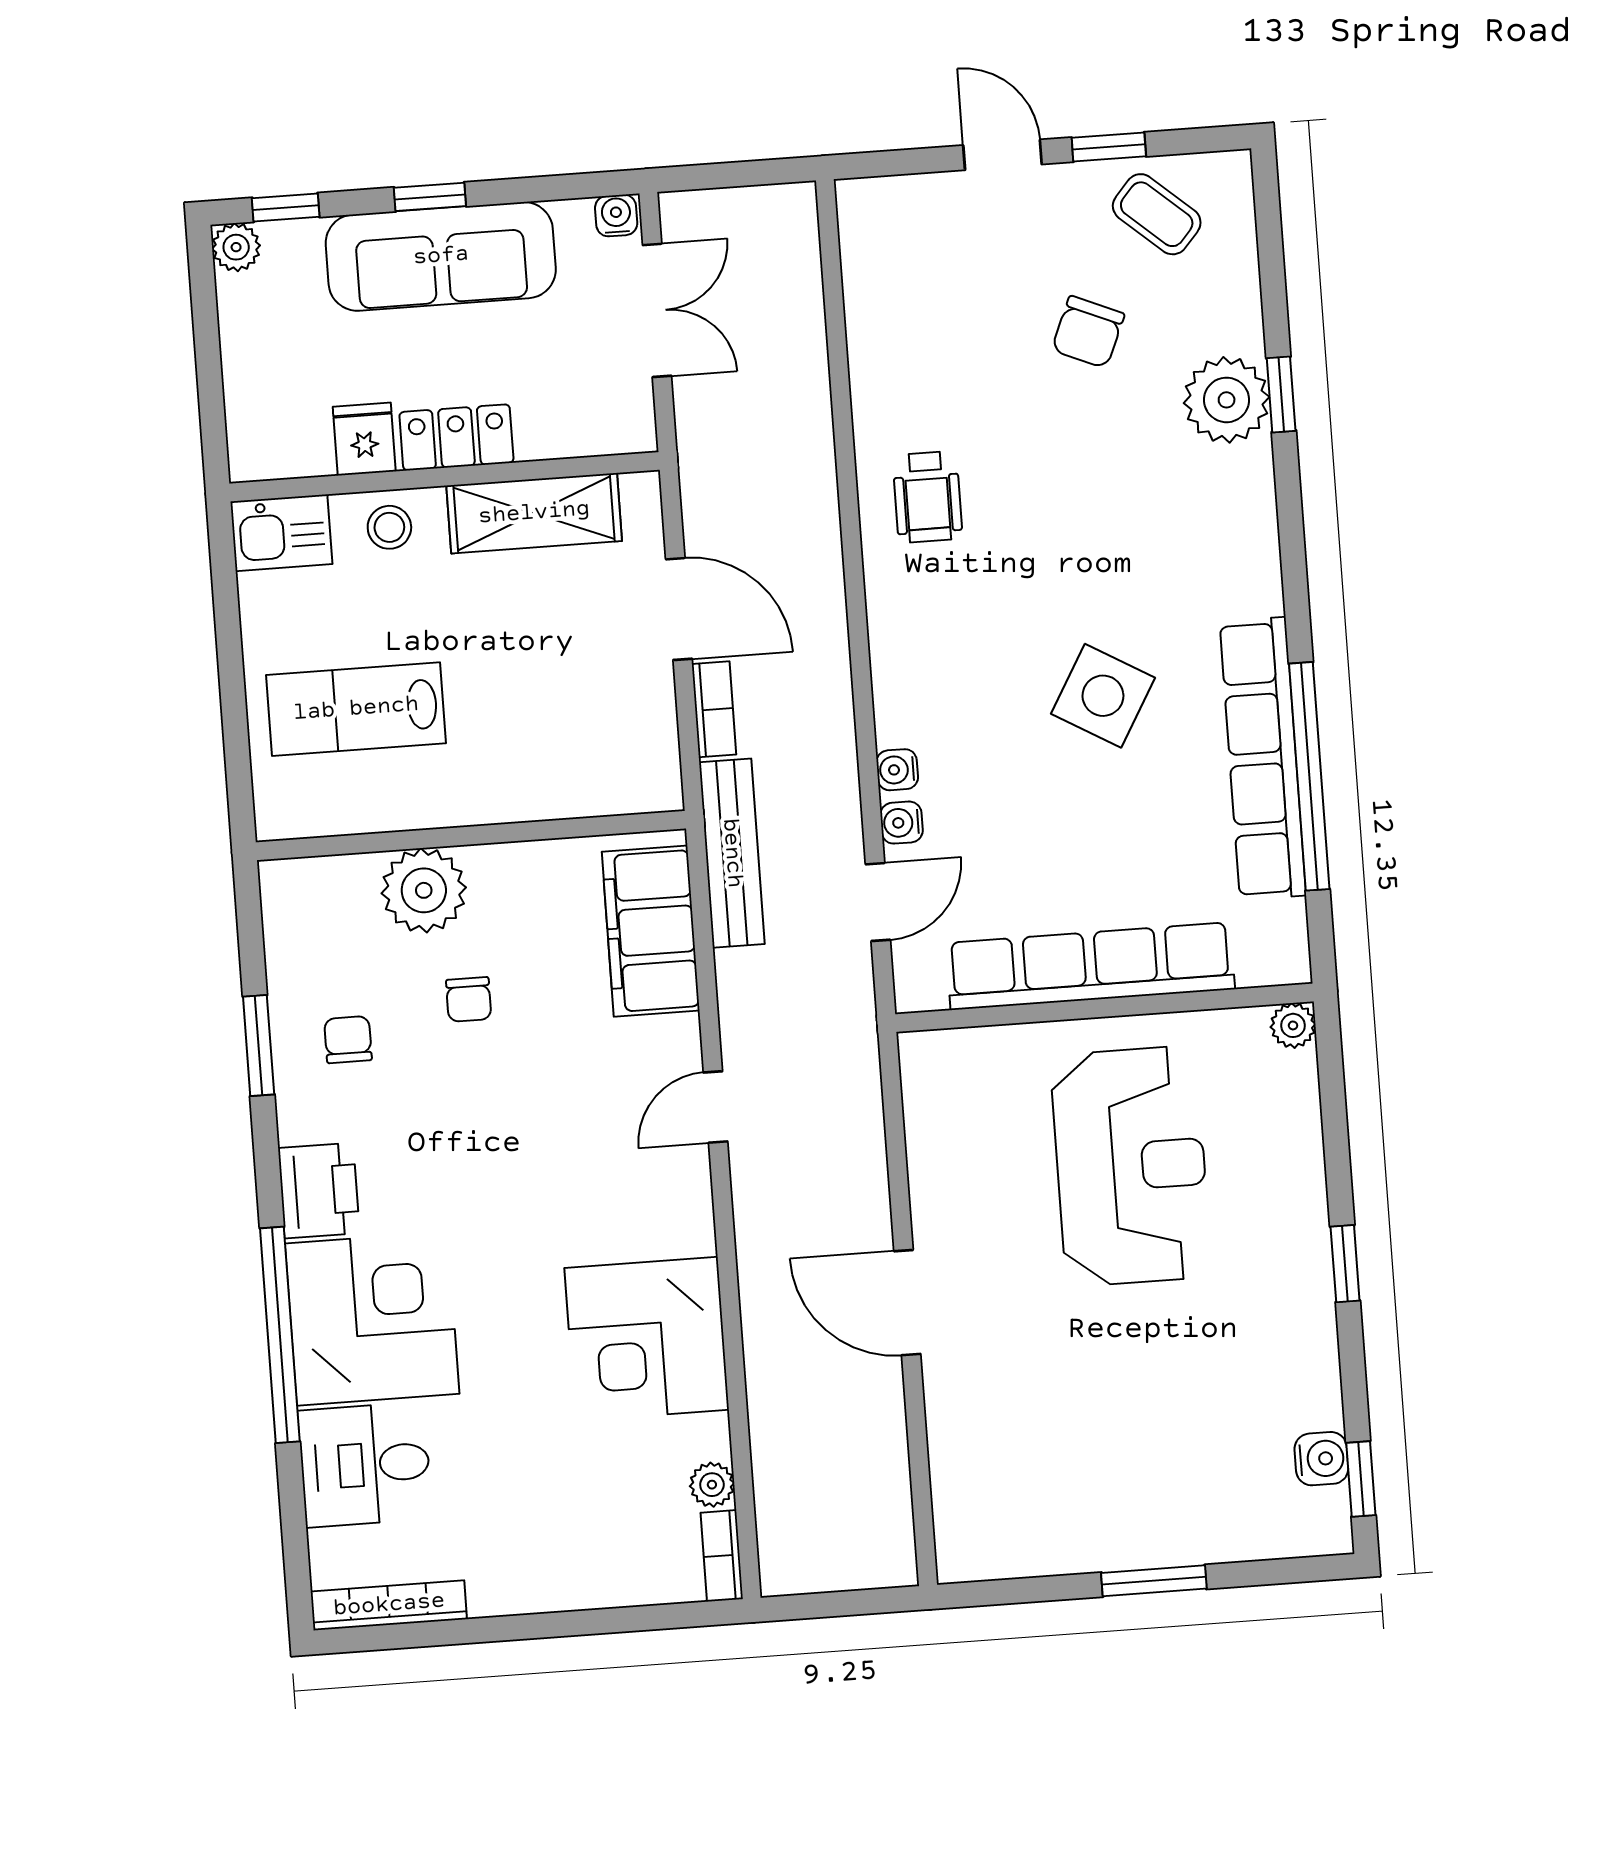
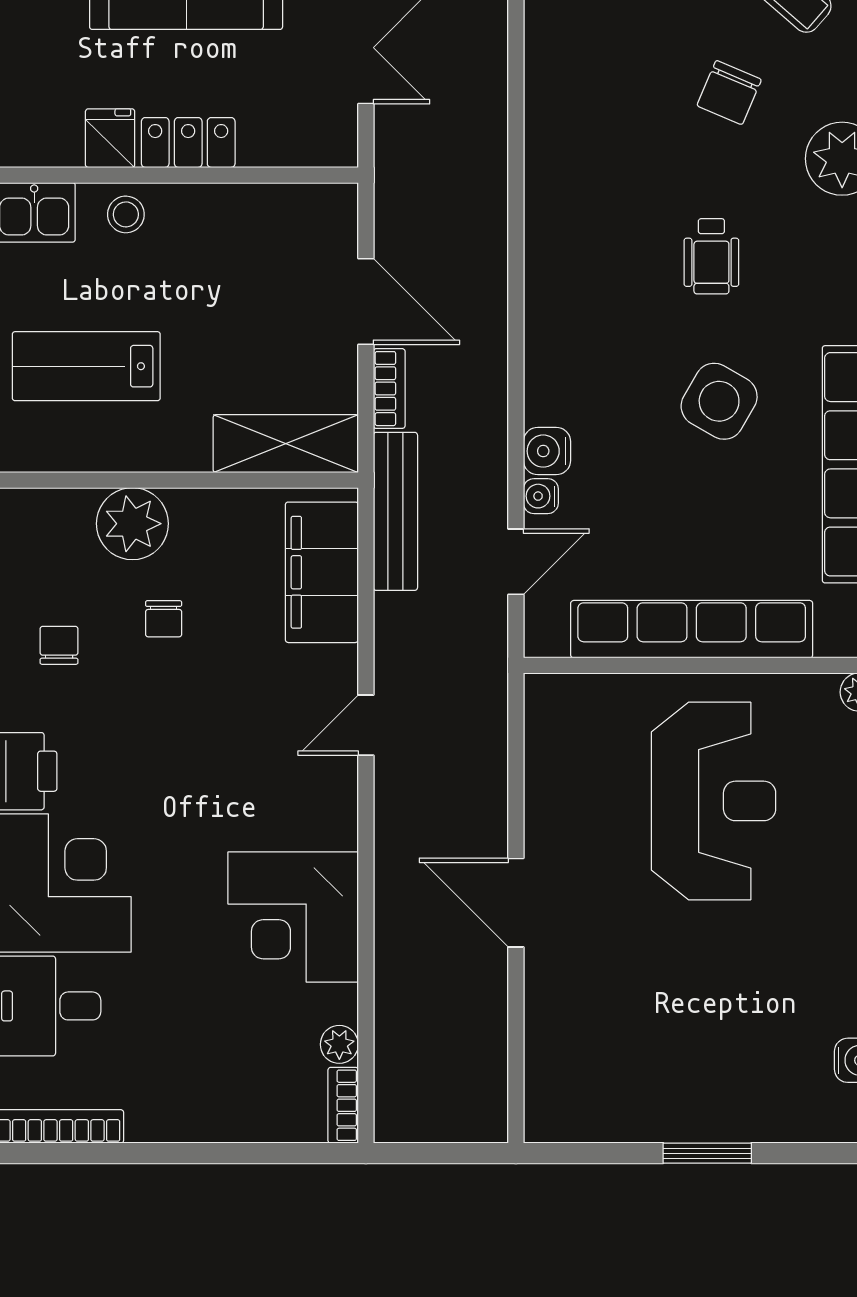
wheelchair: (927, 497) -> (711, 256), moved
shelving: (534, 513) -> (286, 444), moved
water cooler: (897, 770) -> (547, 451), width x1.38, depth x1.38

